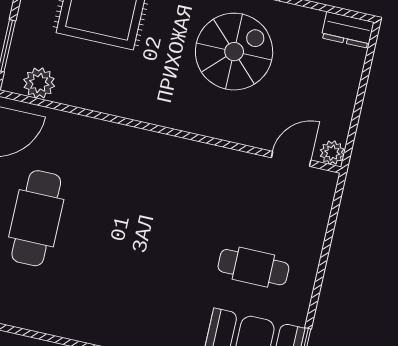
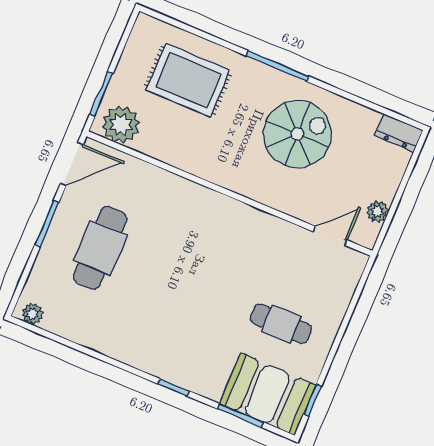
plant: (39, 83) -> (121, 125), width x1.36, depth x1.36
plant: (332, 153) -> (377, 211), moved

